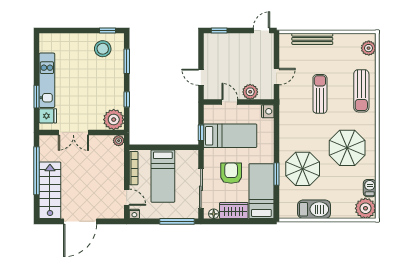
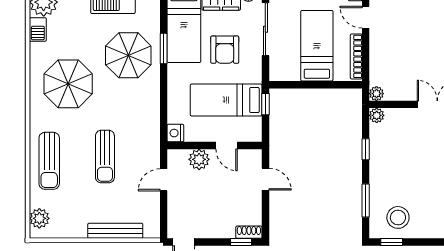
shoe rack: (213, 38) -> (249, 232), added
sun lounger: (361, 91) -> (49, 161), turned 180
plant: (114, 120) -> (377, 115), width x0.53, depth x0.53

